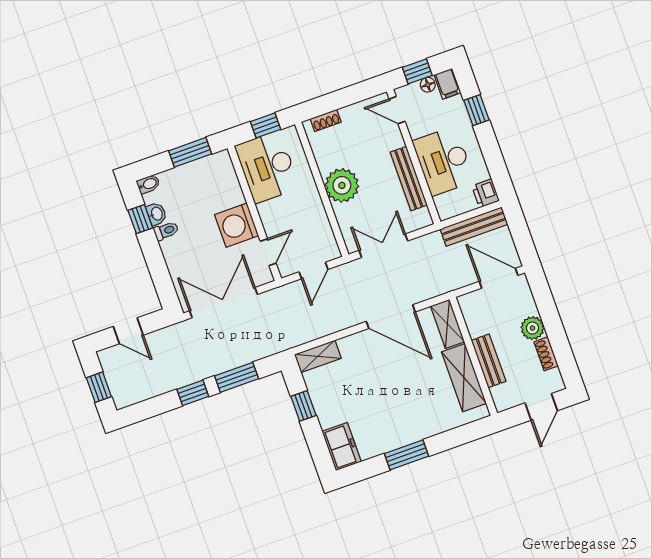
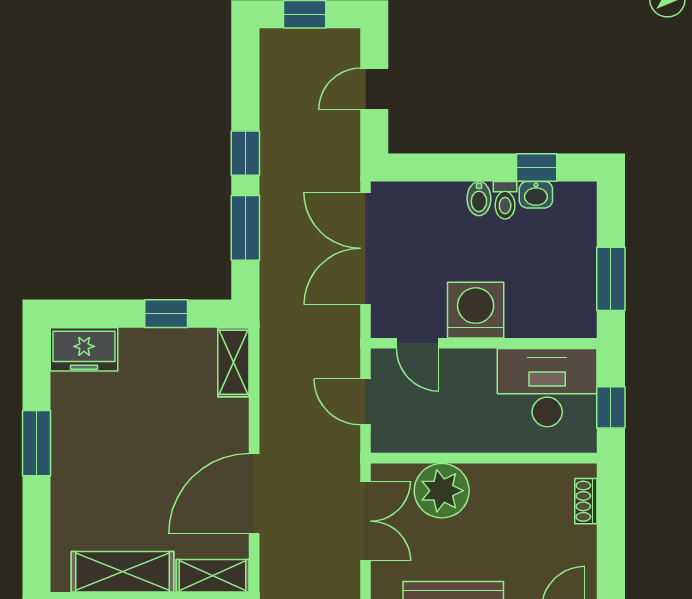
bidet: (148, 184) -> (479, 199), moved
plant: (342, 185) -> (442, 491), moved
double door: (223, 303) -> (366, 248), swing flipped

